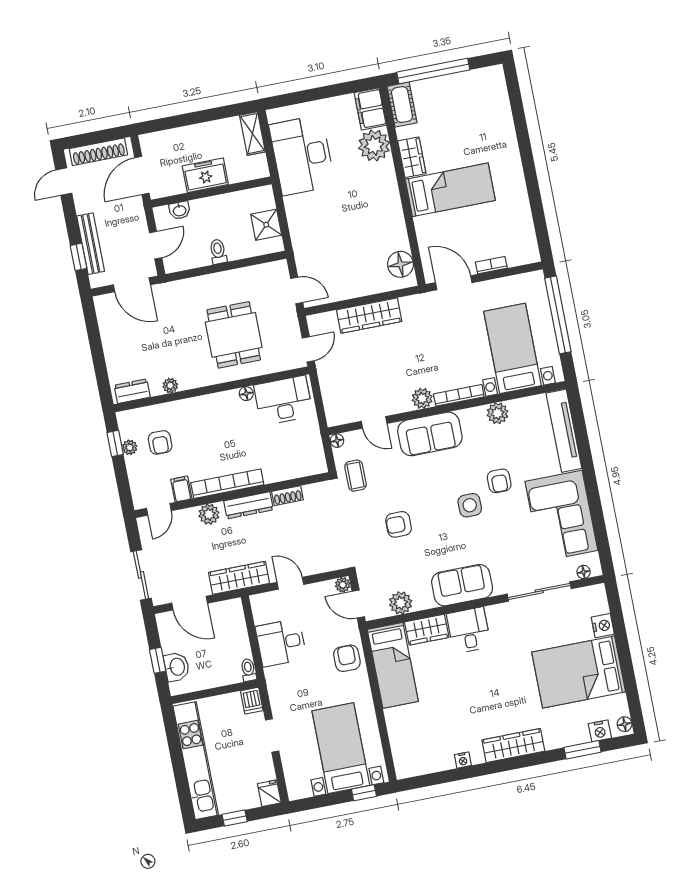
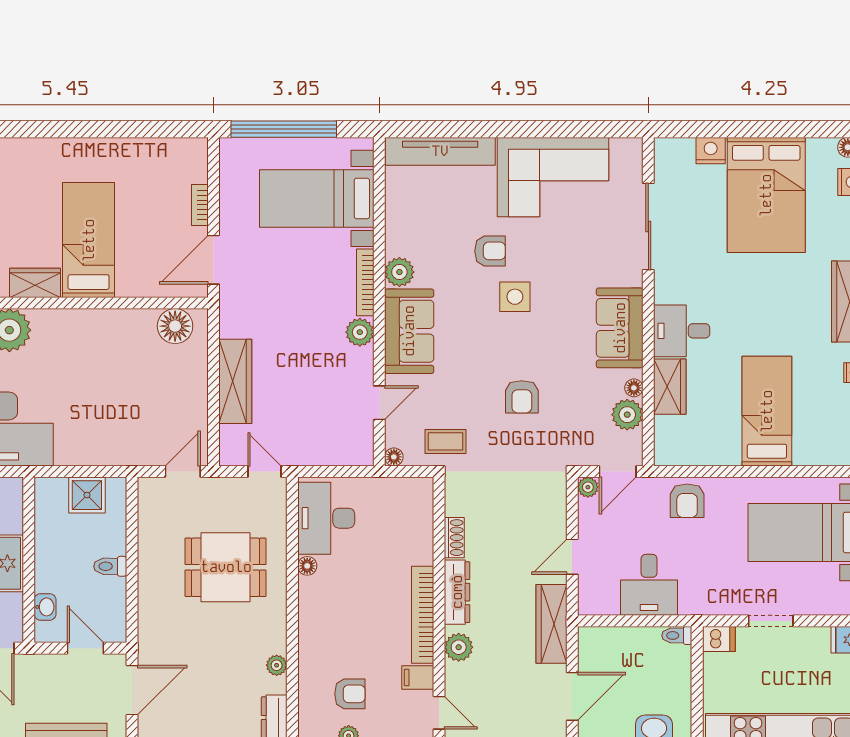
plant: (498, 413) -> (399, 272), moved
floor lamp: (583, 572) -> (634, 388), moved
armchair: (347, 658) -> (687, 501), turned -90
bed: (393, 665) -> (767, 411), moved, turned -90

